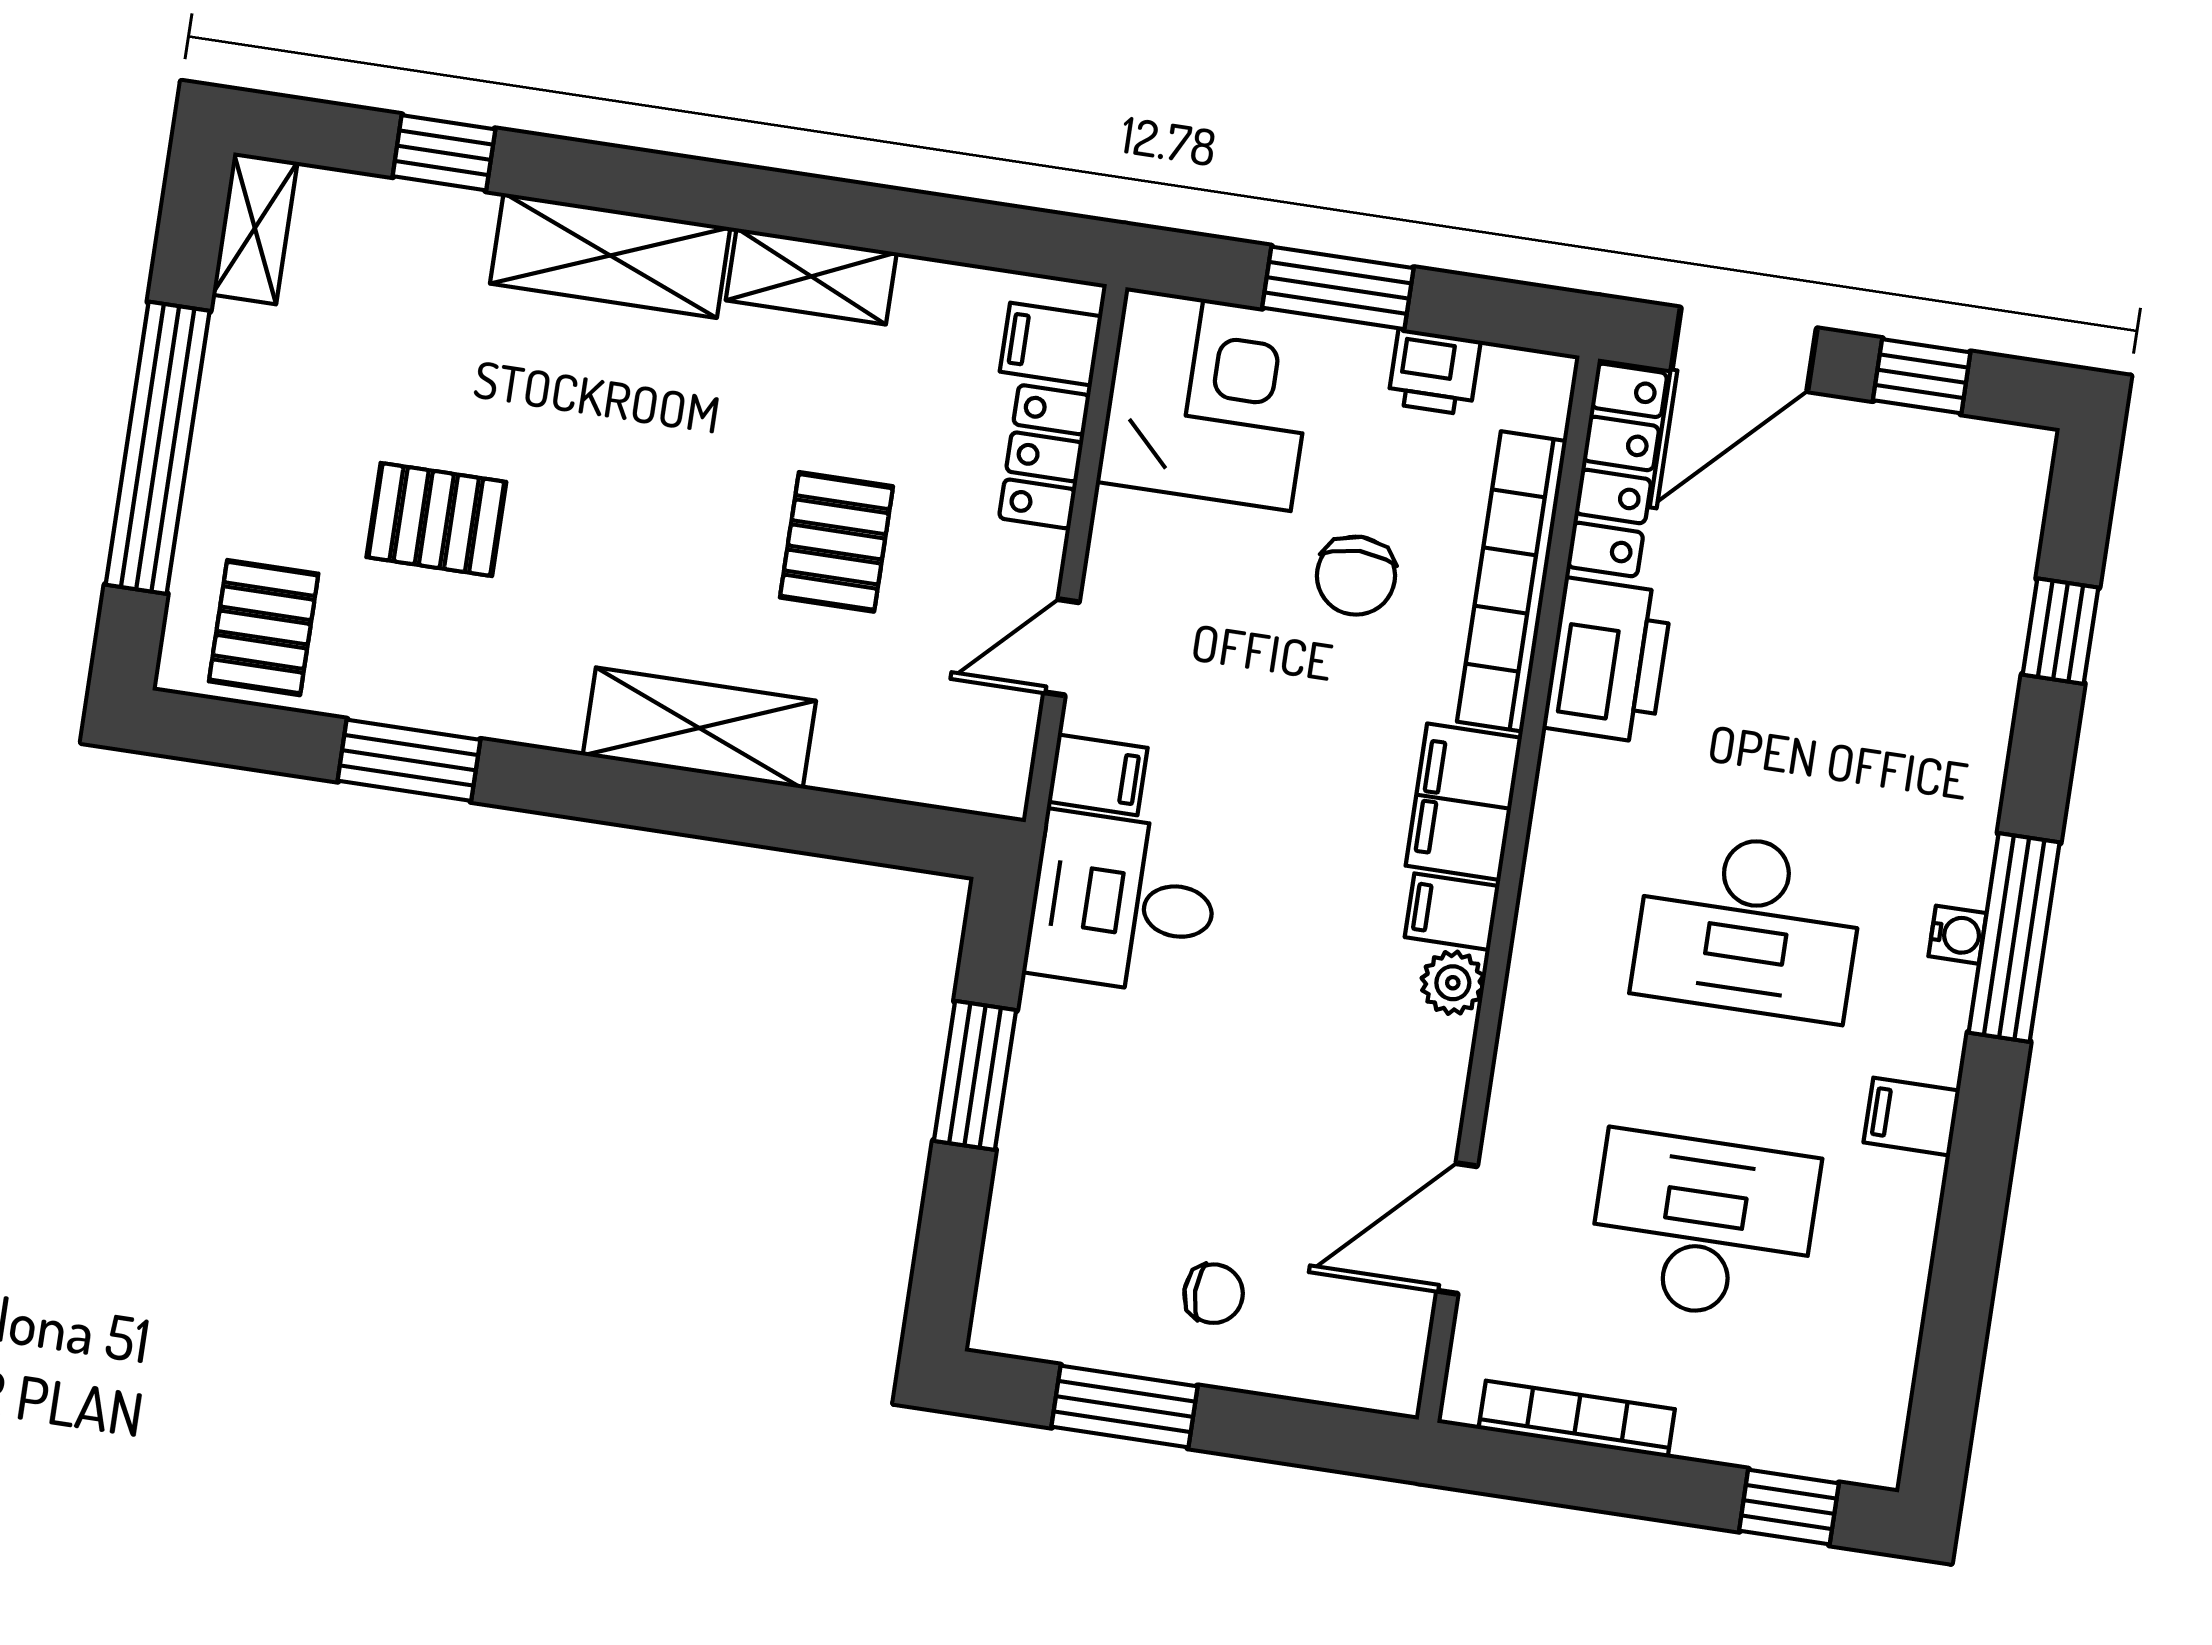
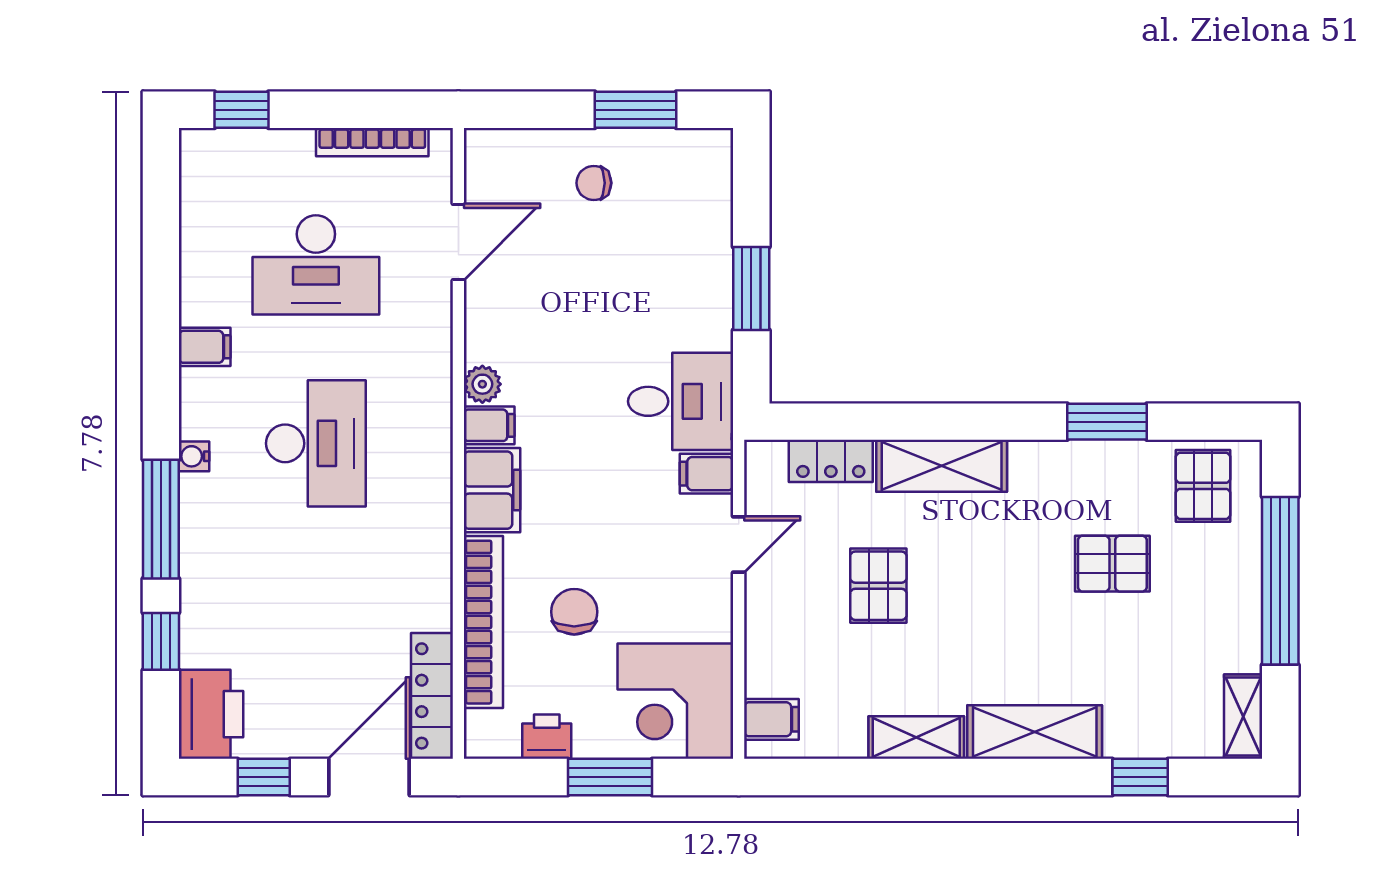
locker: (1045, 457) -> (831, 461), moved, turned 90
printer: (1608, 660) -> (211, 714), moved, turned 180
desk: (1749, 926) -> (316, 443), turned 90
window: (2014, 938) -> (161, 519), moved

